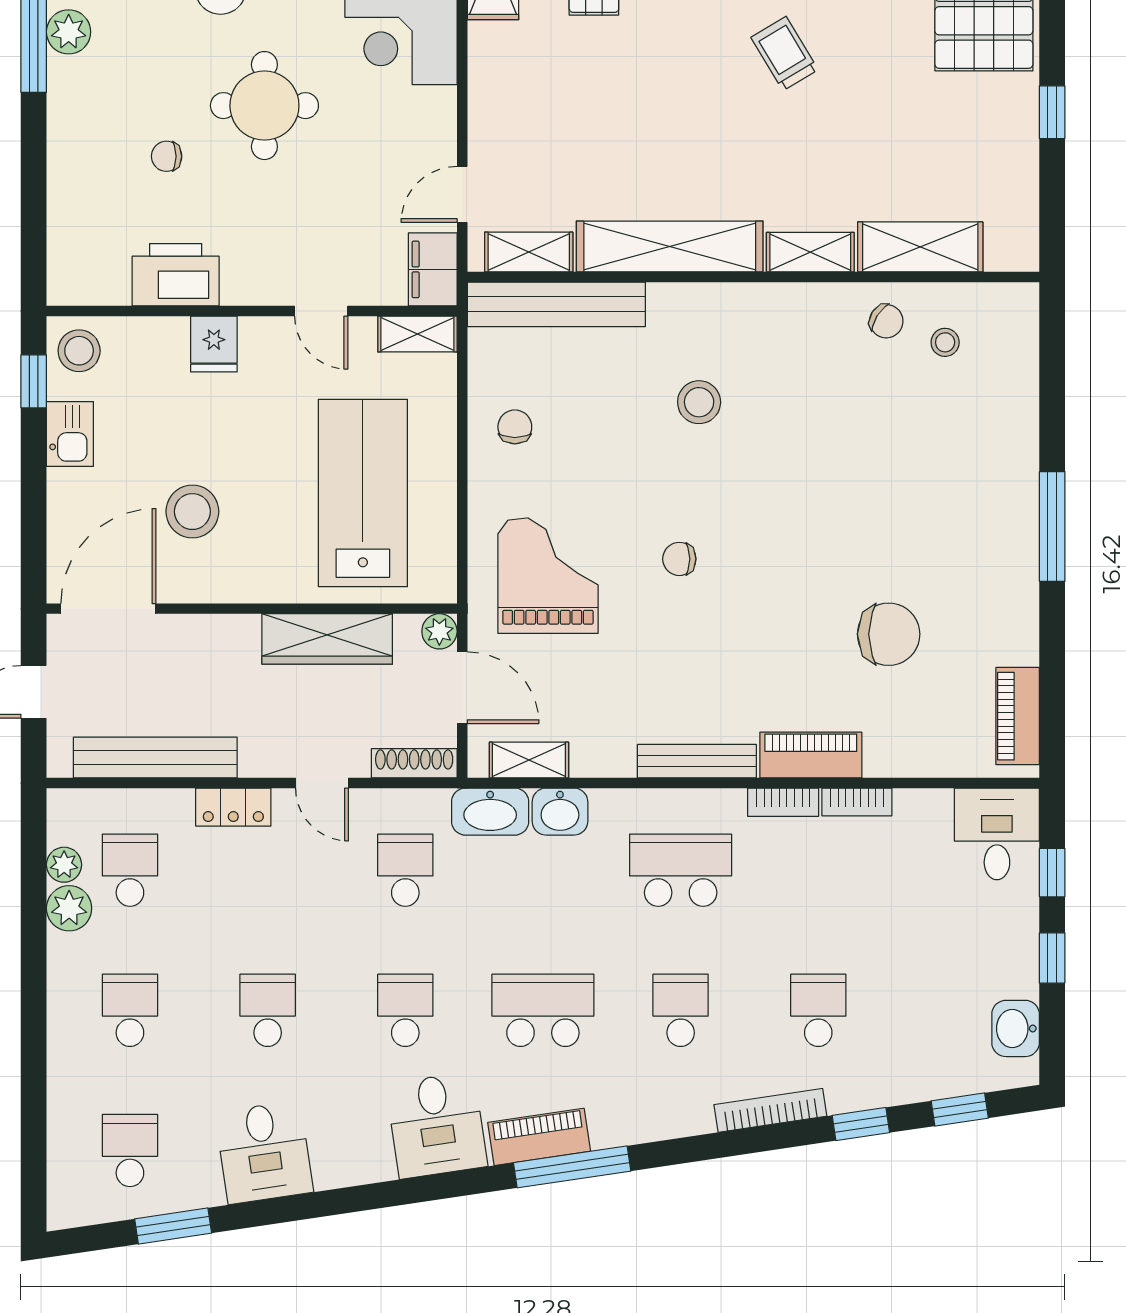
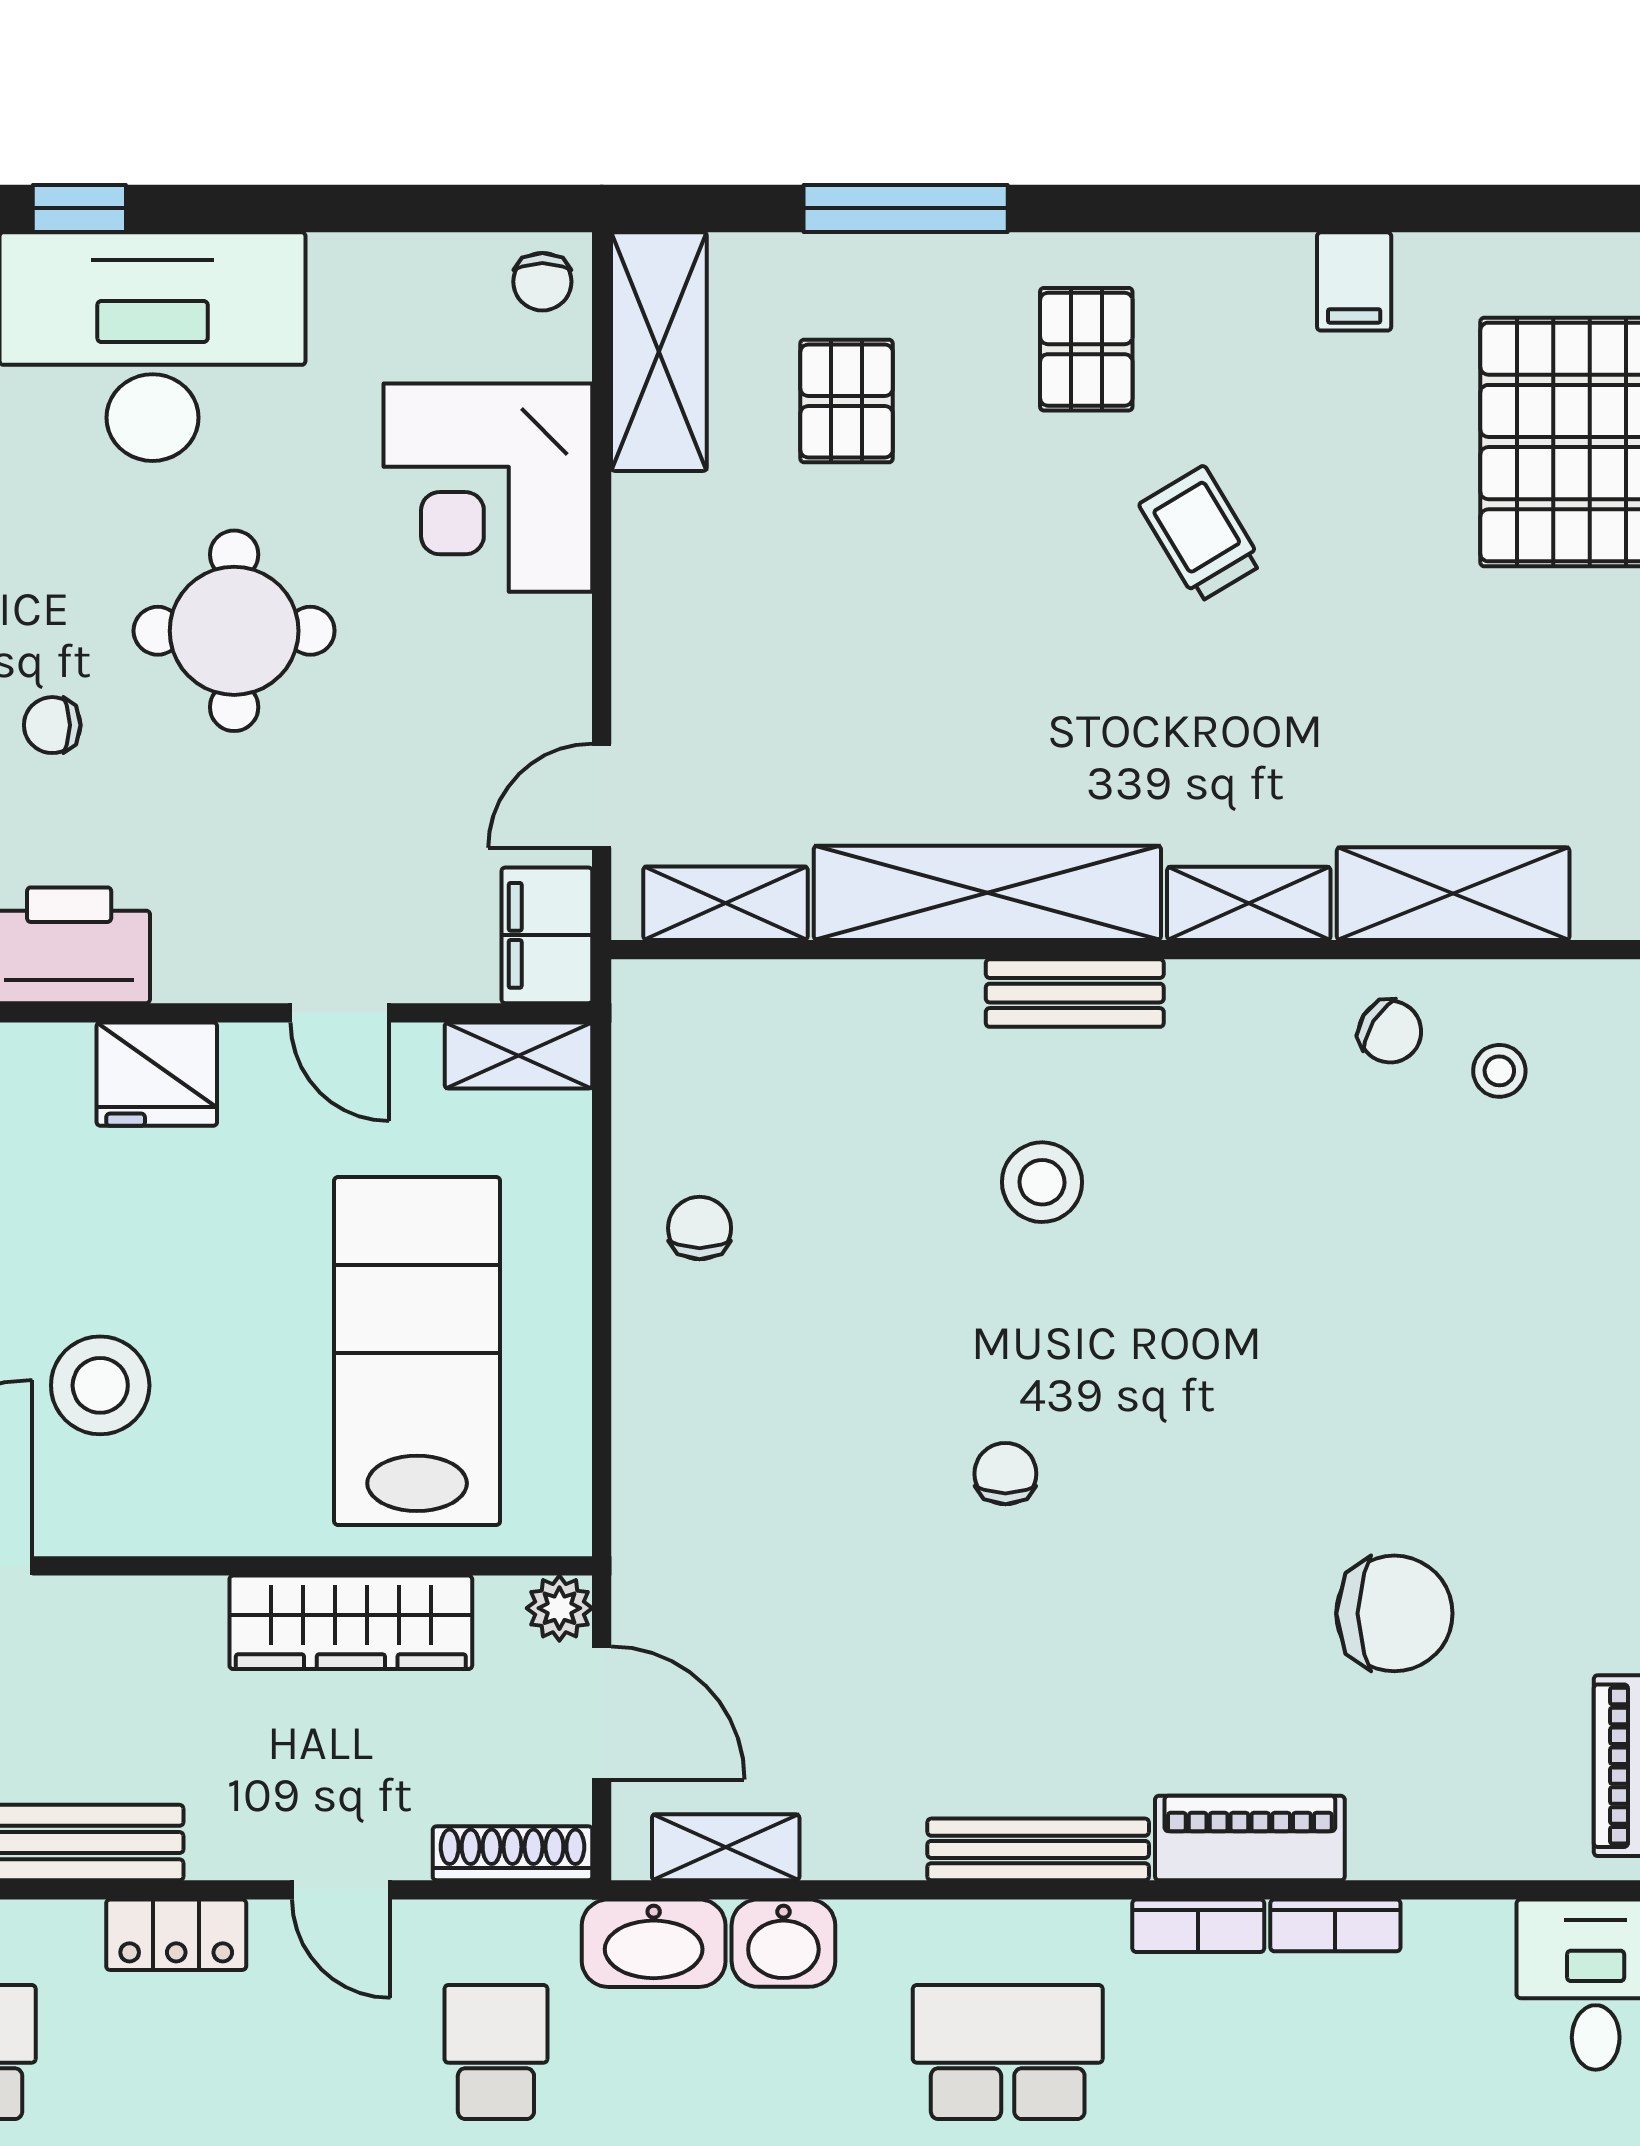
bench: (556, 304) -> (1075, 993), moved, width x0.54, depth x0.82
fridge: (214, 344) -> (157, 1074), width x1.38
chair: (679, 559) -> (1005, 1474), turned 90
grand piano: (548, 576) -> (761, 1504), removed

